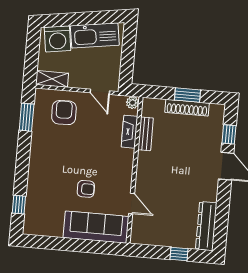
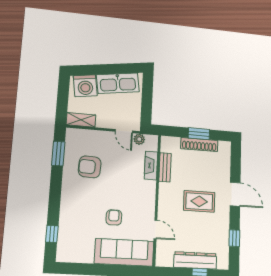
plant: (133, 103) -> (139, 139), moved
armchair: (64, 113) -> (90, 167), moved, turned -87
window: (229, 134) -> (234, 238), moved
rug: (183, 173) -> (199, 201), added
armchair: (86, 189) -> (114, 217), turned -90
dresser: (206, 226) -> (195, 260), moved, turned 90

